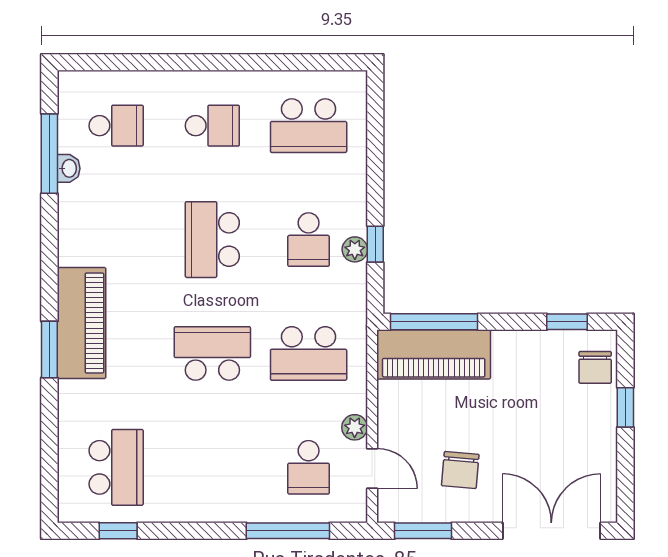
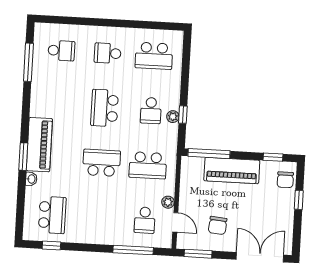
school desk: (212, 126) -> (108, 53), turned 180
washbasin: (69, 168) -> (31, 179), moved
piano: (434, 354) -> (232, 171), moved

